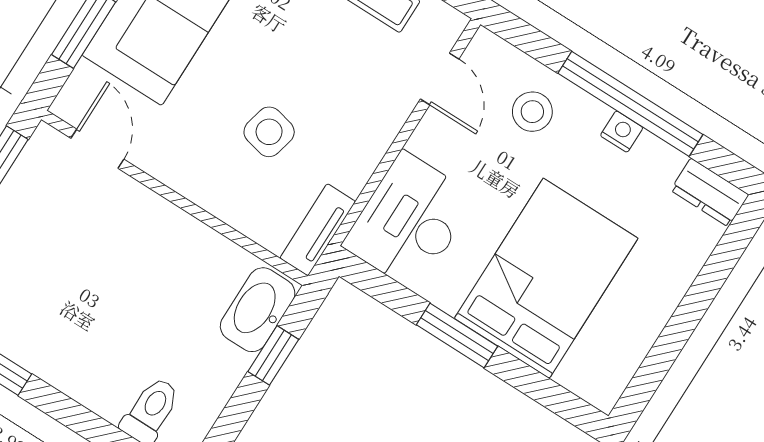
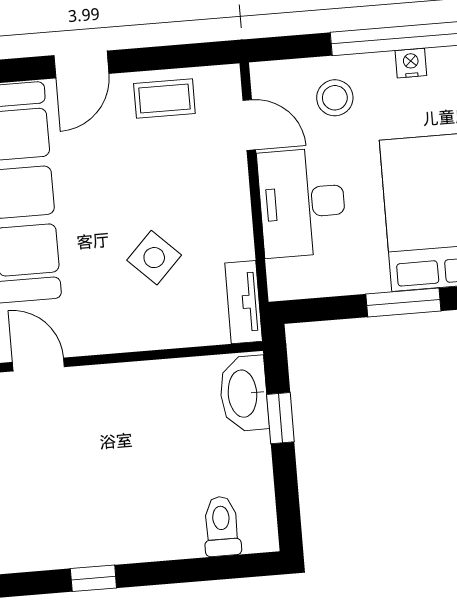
side table: (269, 132) -> (154, 258), turned 31
desk: (409, 221) -> (302, 203), moved

